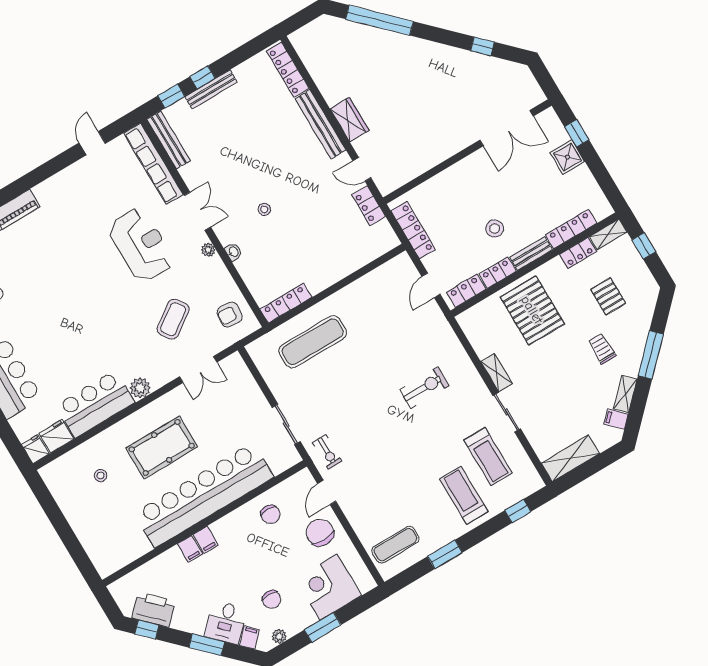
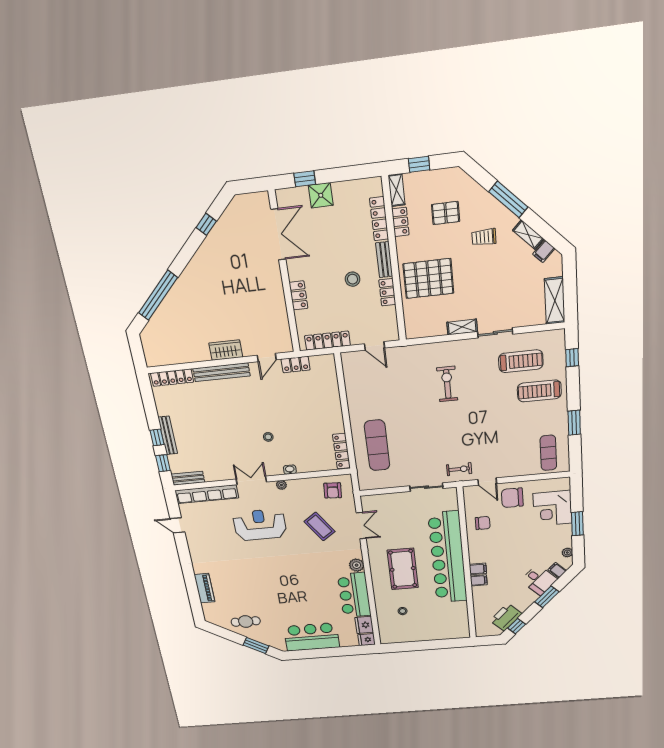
bench: (169, 140) -> (188, 478), width x0.73
locker: (466, 291) -> (298, 295), moved, turned 180
chair: (272, 599) -> (540, 547), removed

